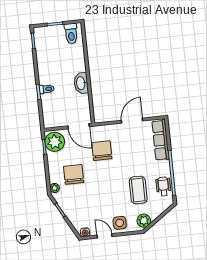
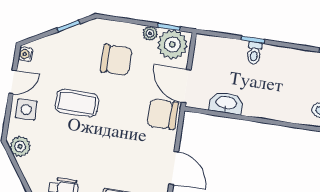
washbasin: (81, 83) -> (226, 103), moved
door: (79, 126) -> (186, 86), hinge flipped
chair: (102, 151) -> (162, 114), moved, turned 180
plant: (55, 188) -> (150, 33), moved
coffee table: (138, 190) -> (77, 103), moved

